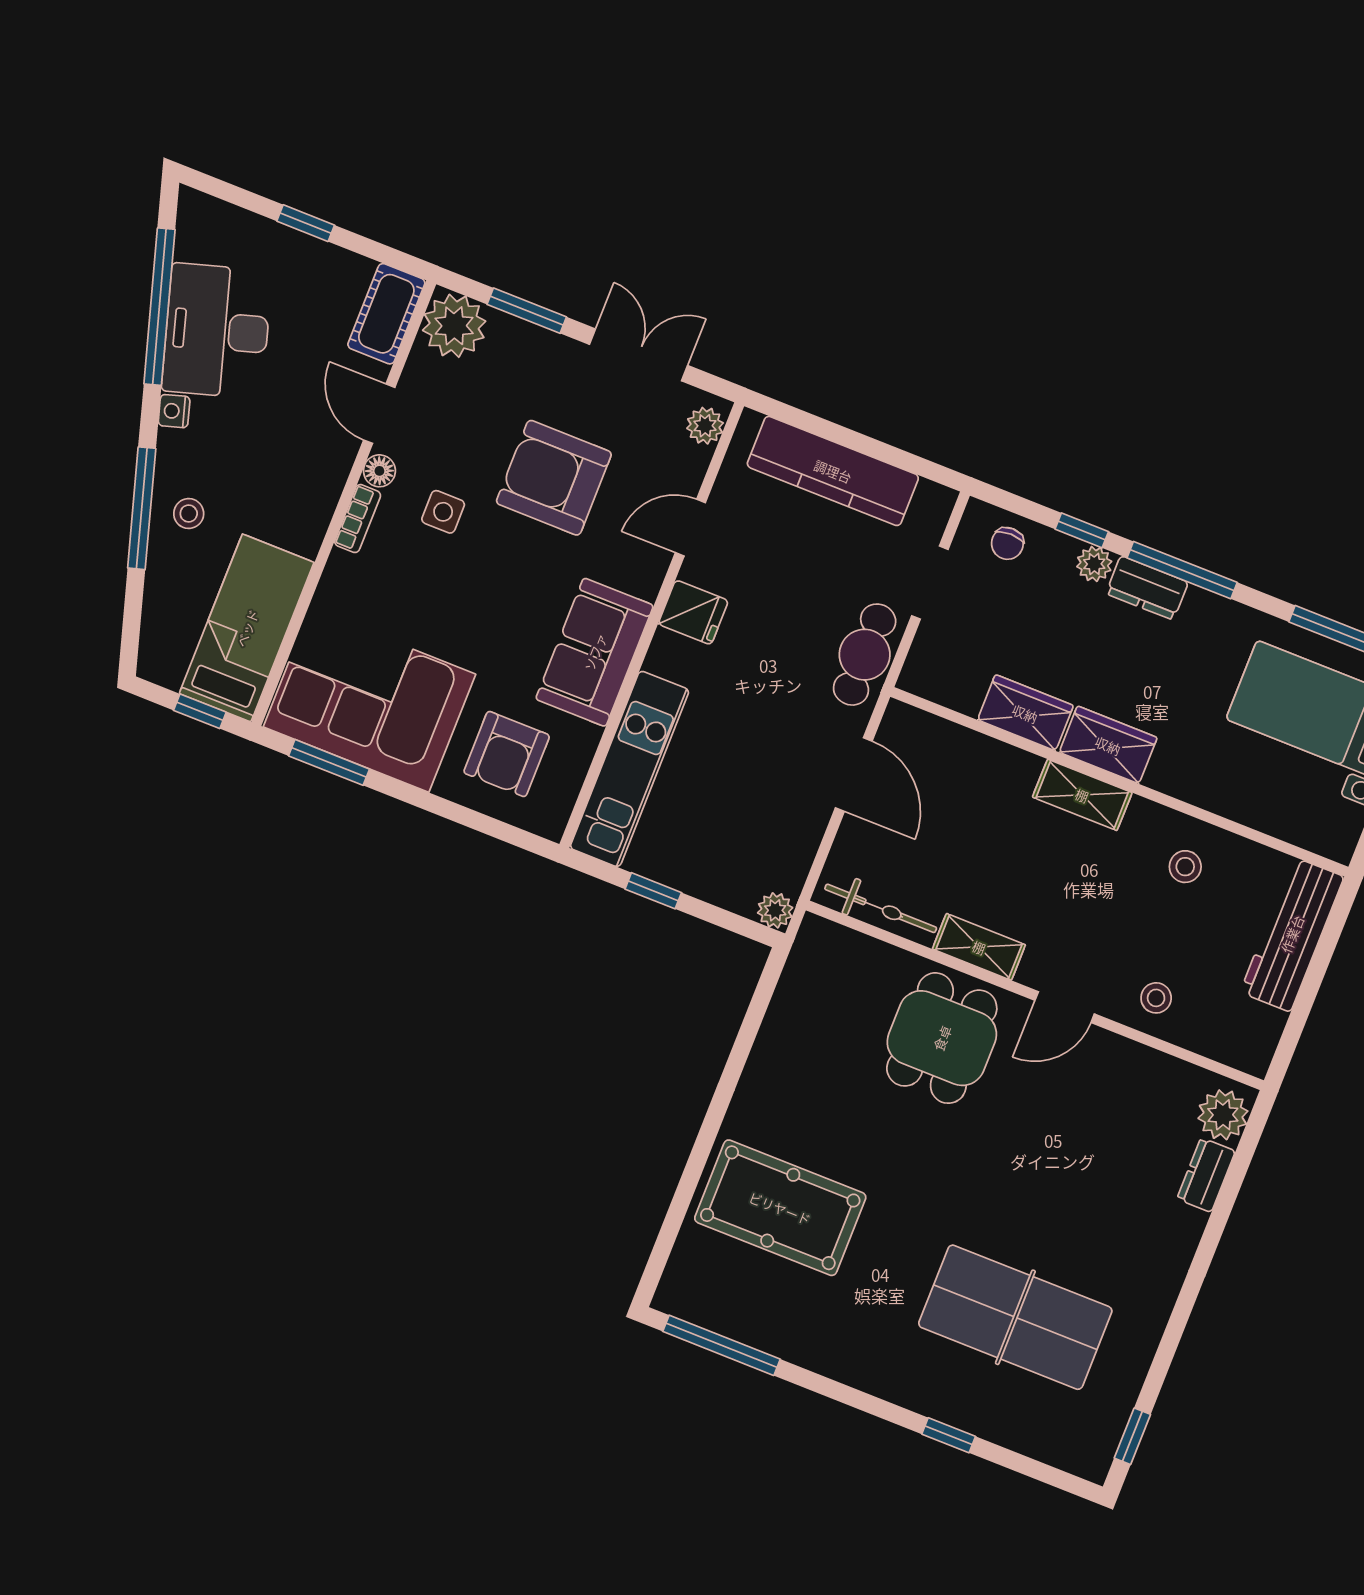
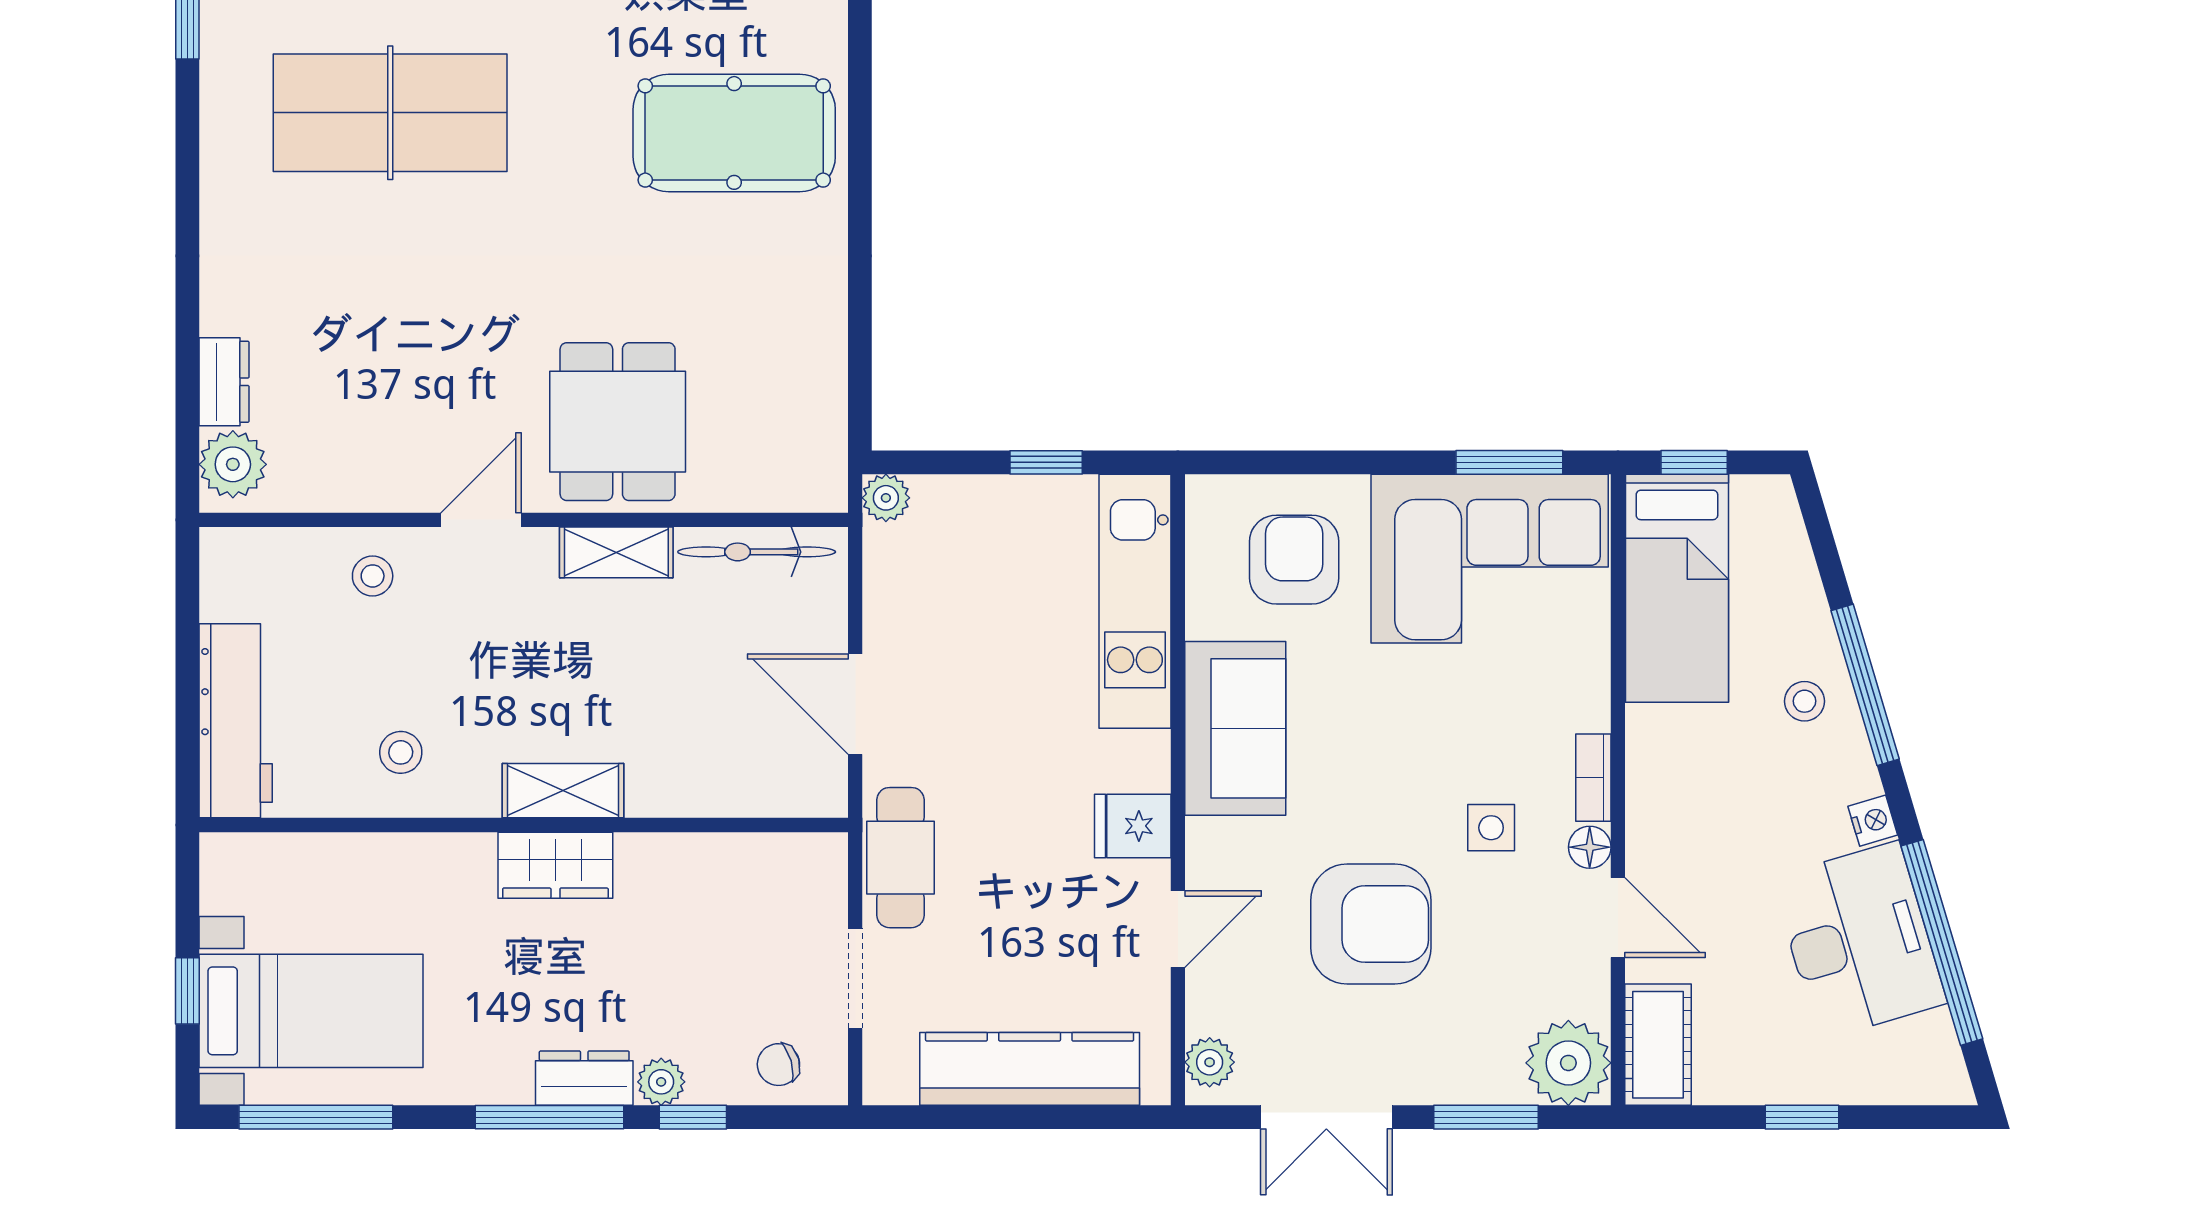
chair: (1007, 543) -> (778, 1065), turned -106
wardrobe: (1025, 713) -> (673, 865), removed

